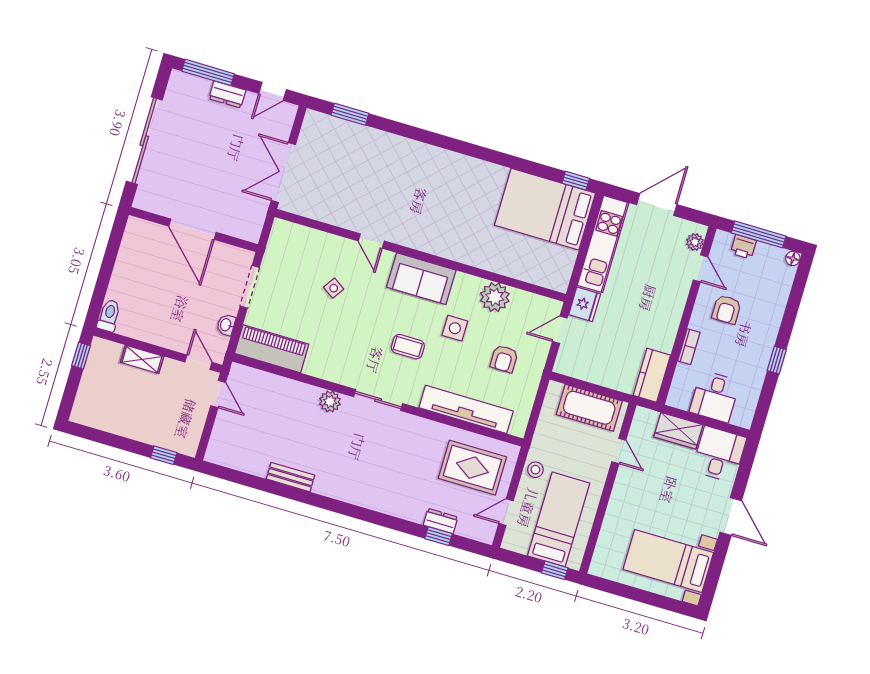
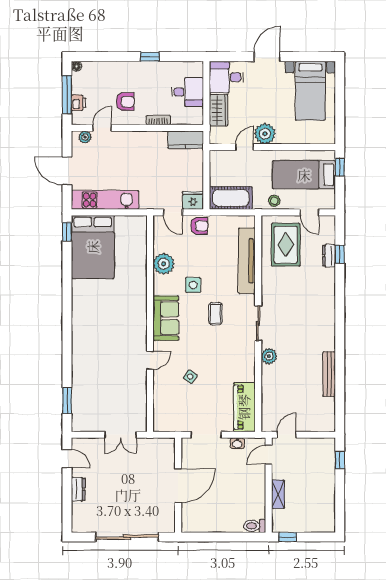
window: (208, 72) -> (67, 507), removed
double door: (283, 172) -> (121, 435), width x0.73
fridge: (585, 304) -> (193, 200), moved
armchair: (504, 359) -> (199, 226), moved
cot: (589, 408) -> (231, 198), moved, turned 90
bench: (291, 477) -> (329, 374), width x1.36
plant: (629, 483) -> (265, 134), added

